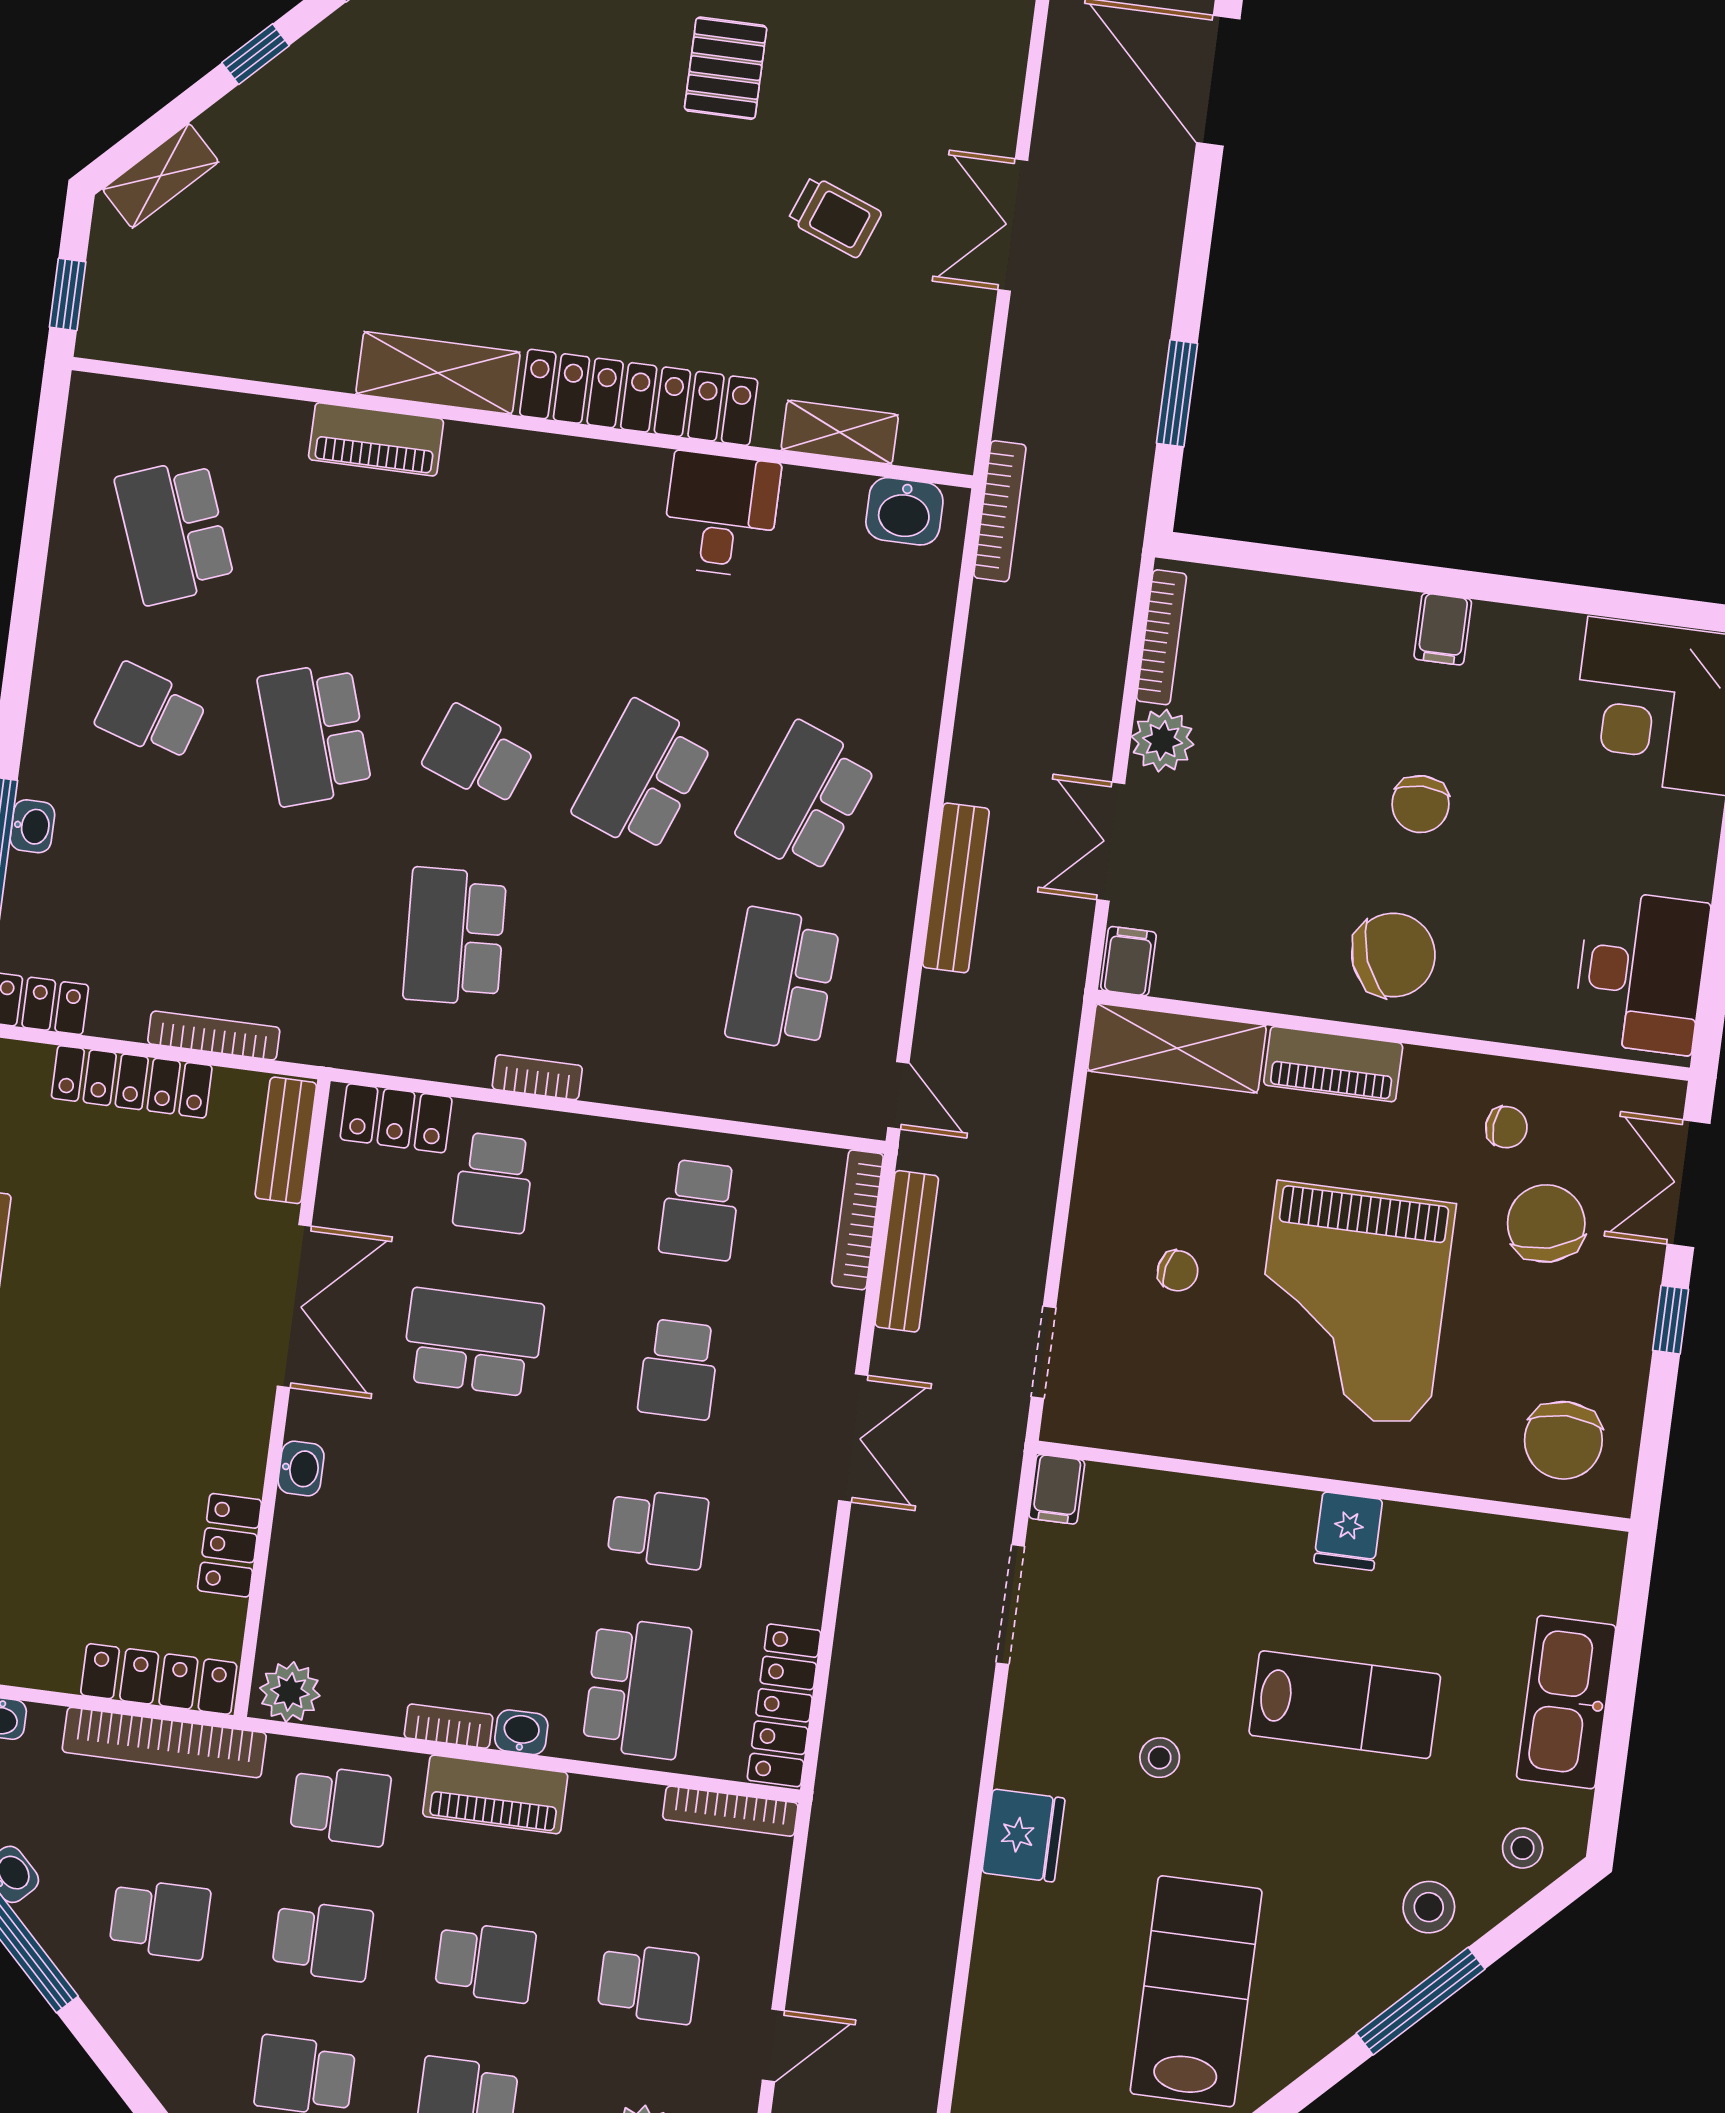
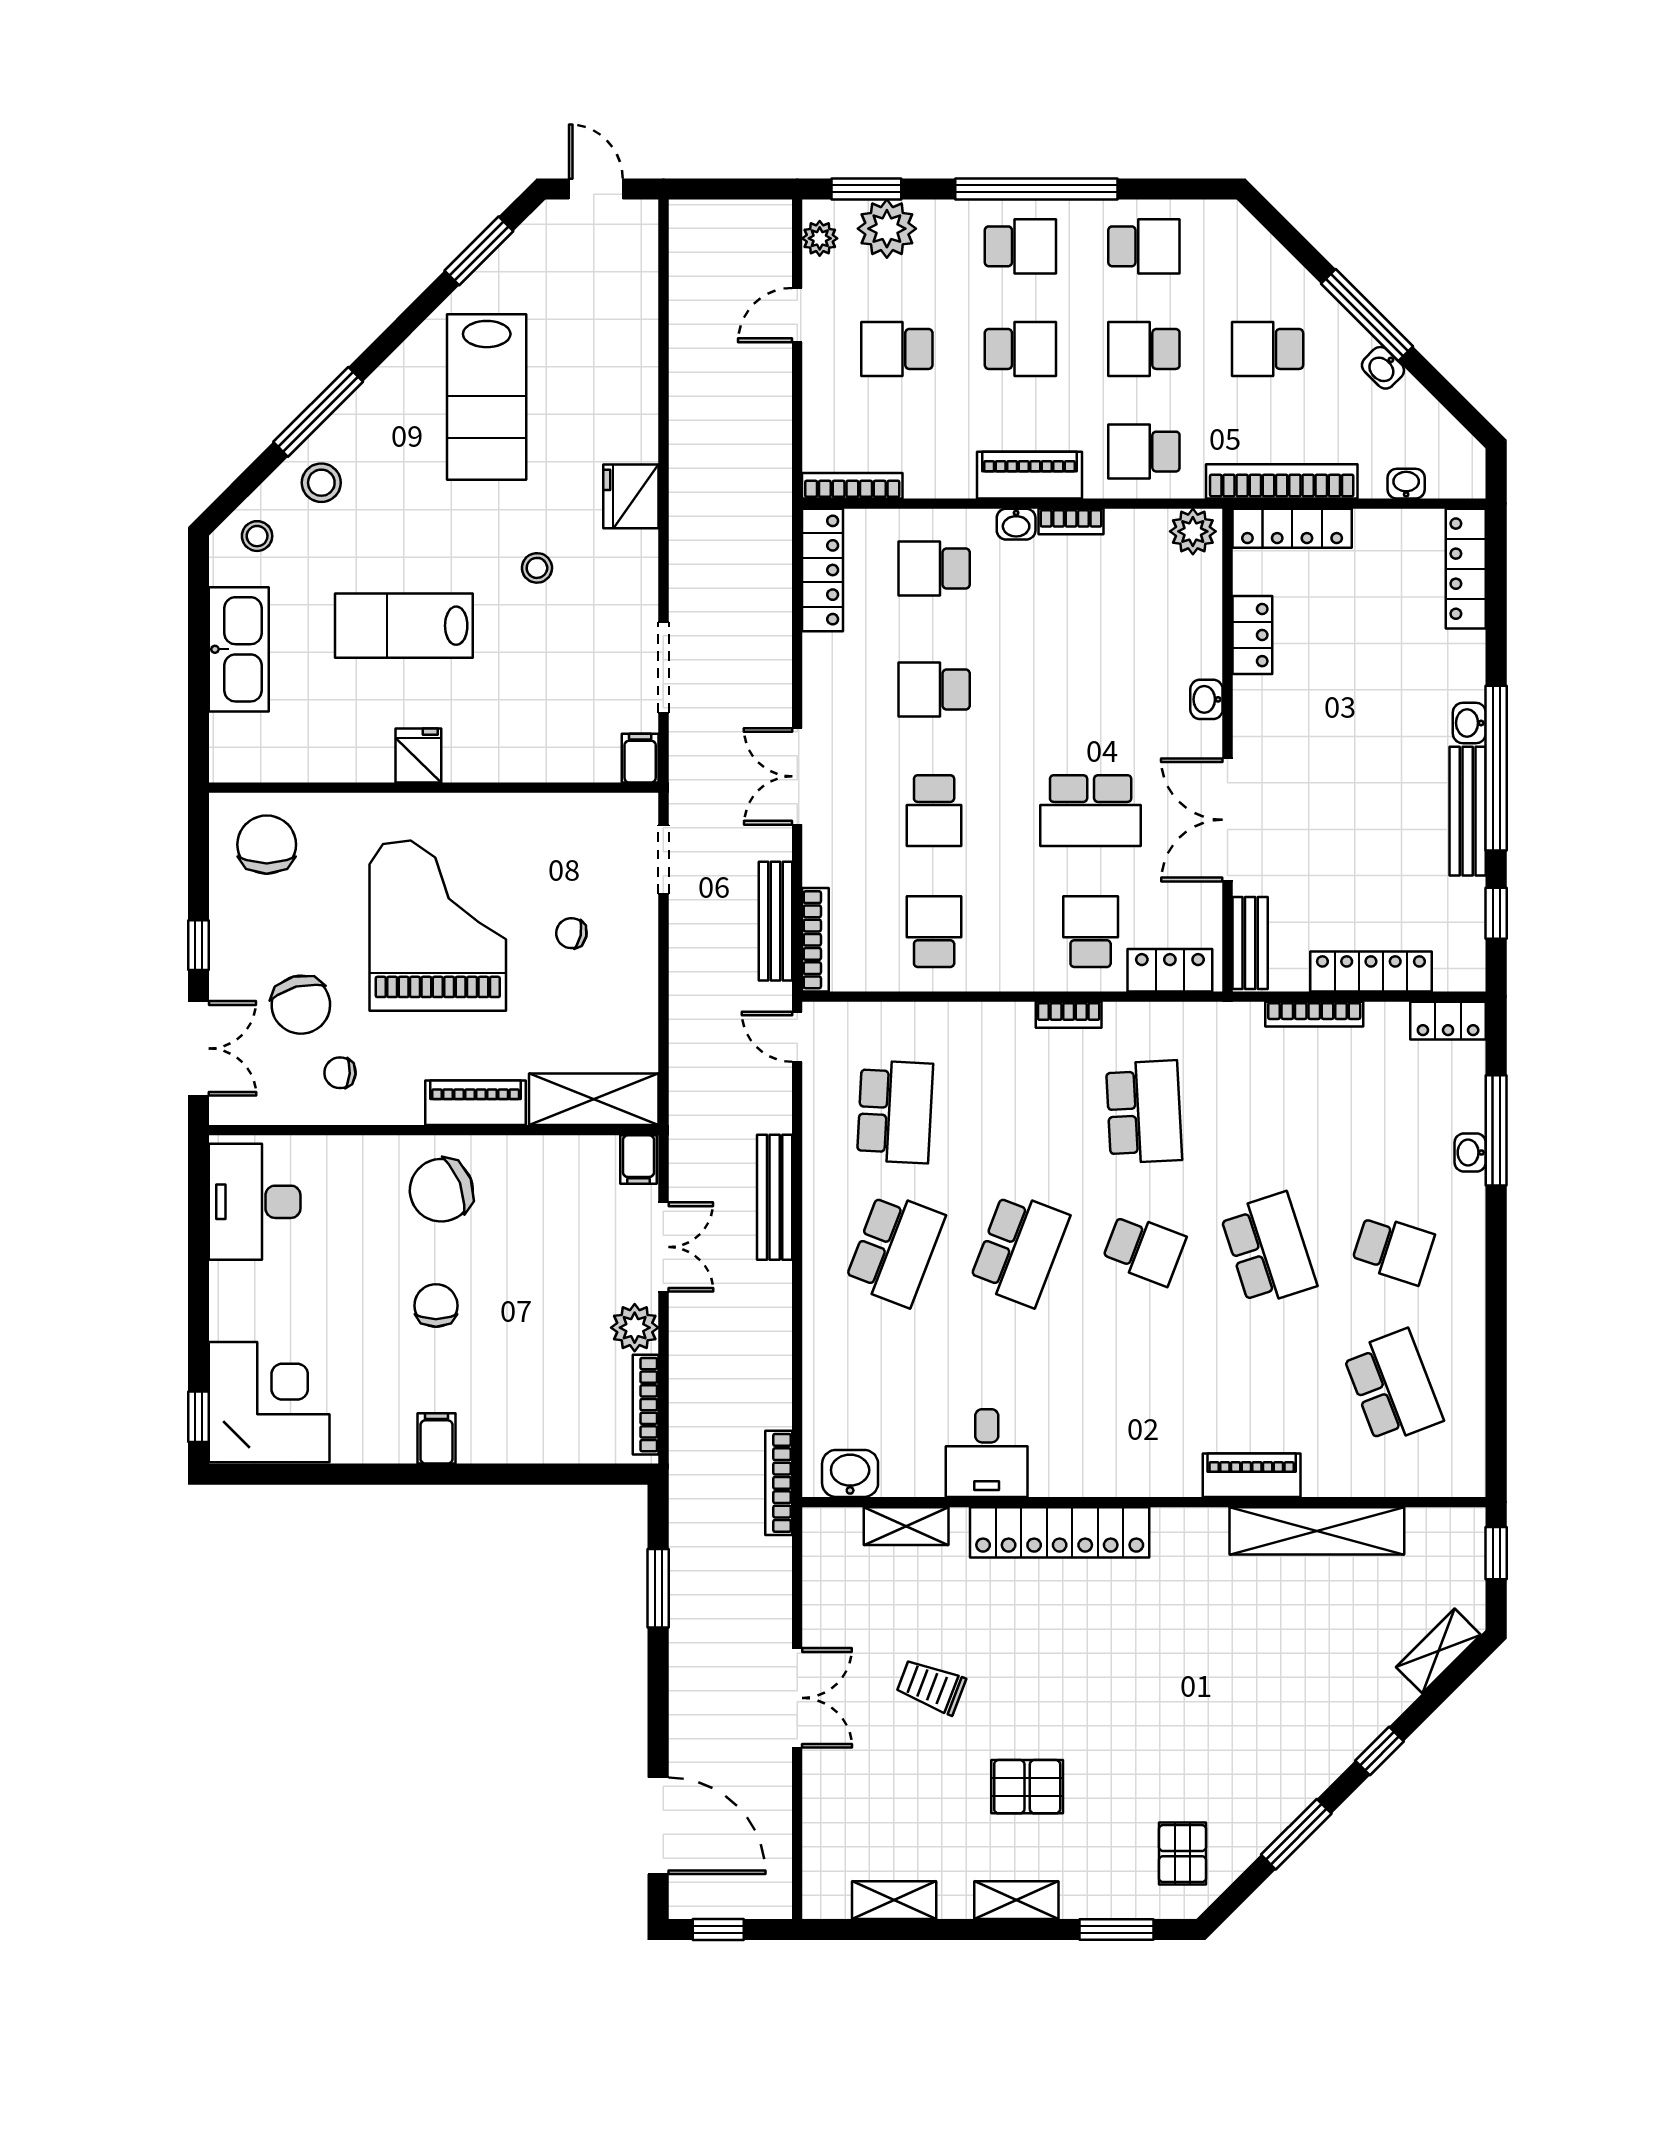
pallet: (726, 68) -> (1027, 1787), turned 90
shelving: (438, 373) -> (1317, 1531), moved, width x1.47
school desk: (679, 1369) -> (934, 811), turned 180
school desk: (637, 1688) -> (934, 568), width x0.54
school desk: (485, 1962) -> (1020, 349), turned 180

